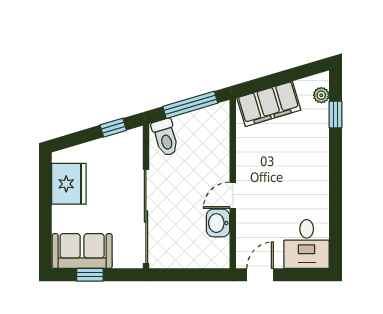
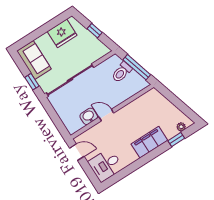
filing cabinet: (269, 104) -> (149, 142), moved, turned 107
window: (113, 128) -> (95, 31), moved
toilet: (165, 137) -> (122, 72), moved
window: (90, 275) -> (32, 82), moved

